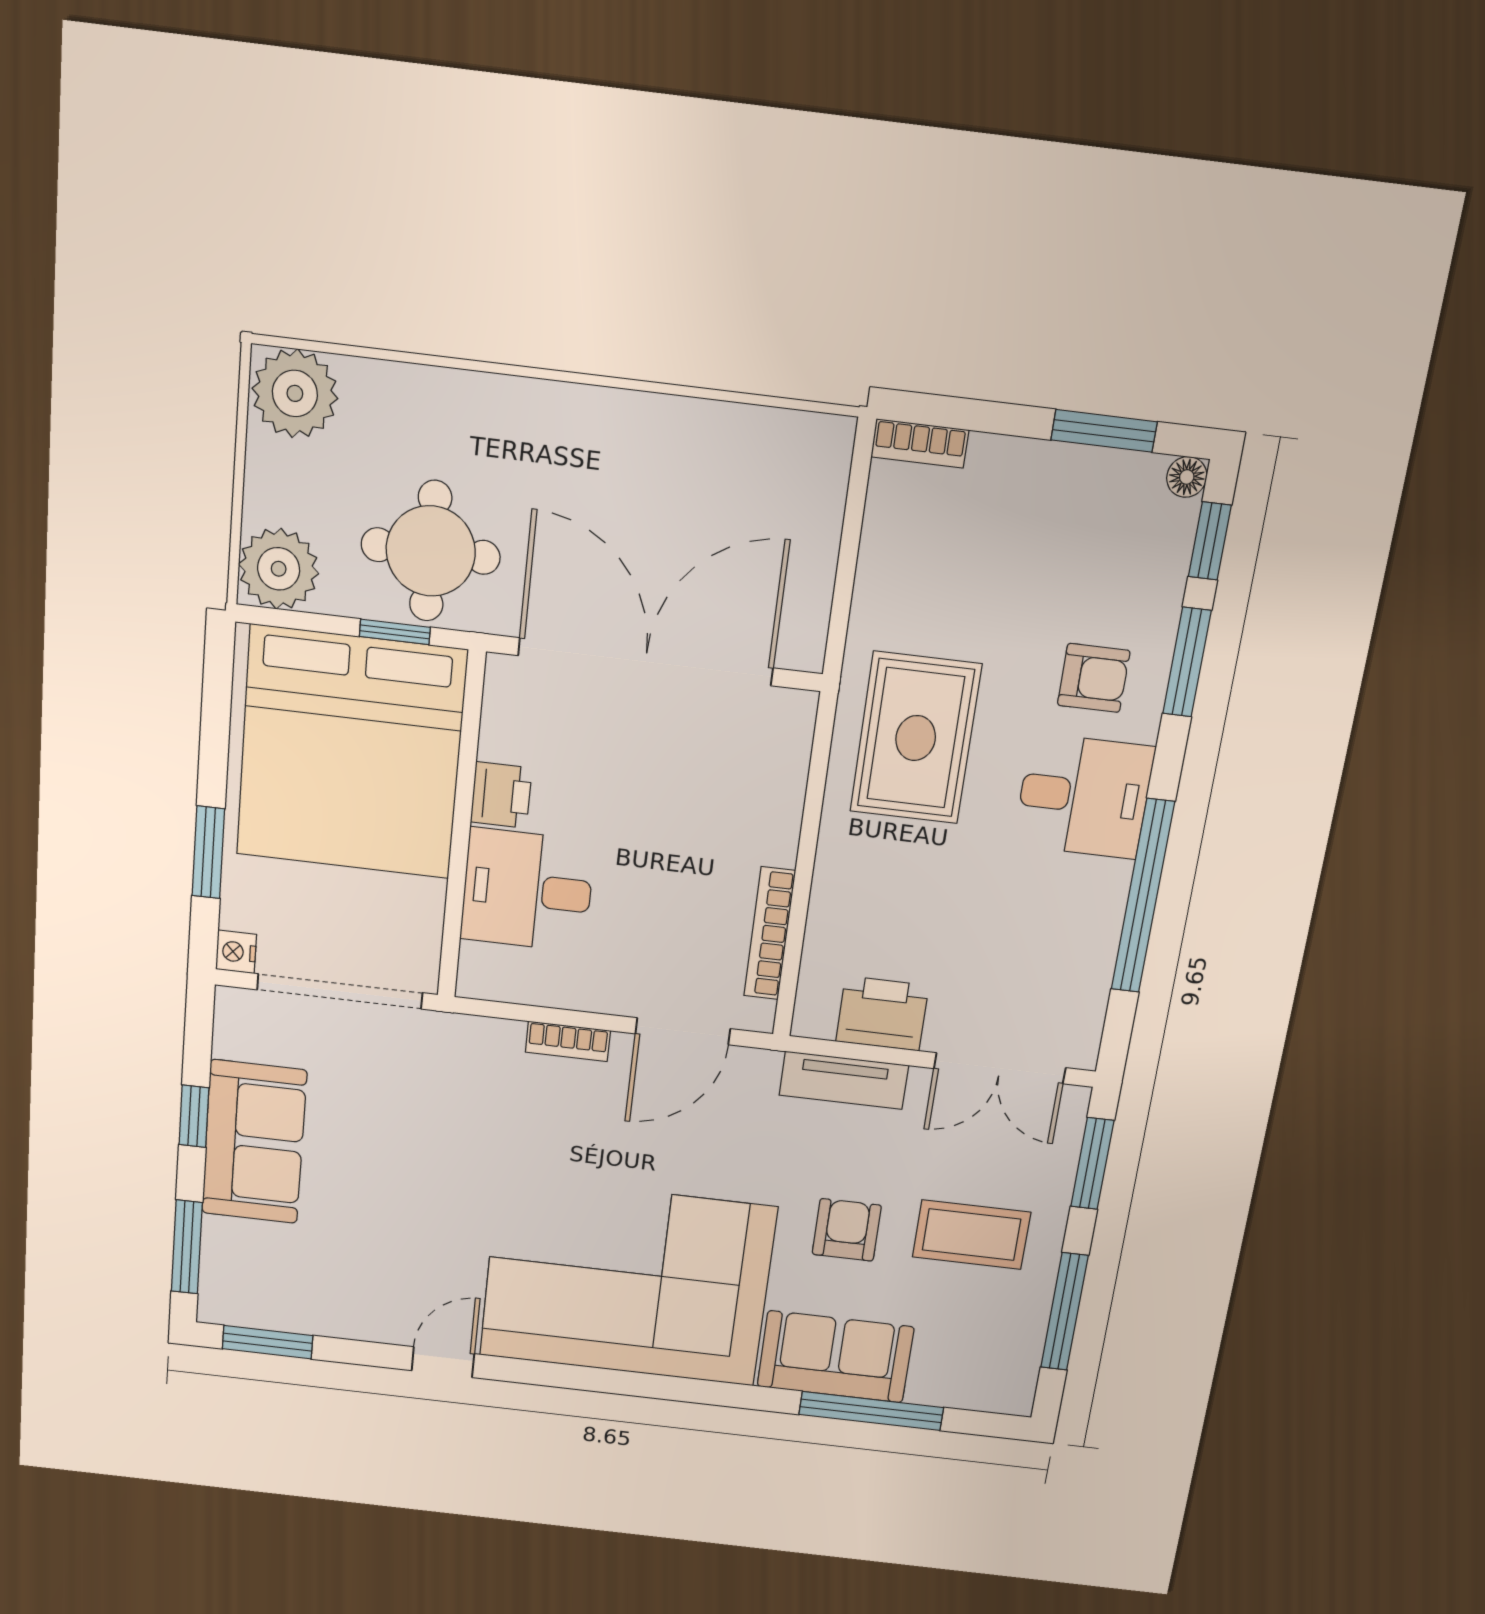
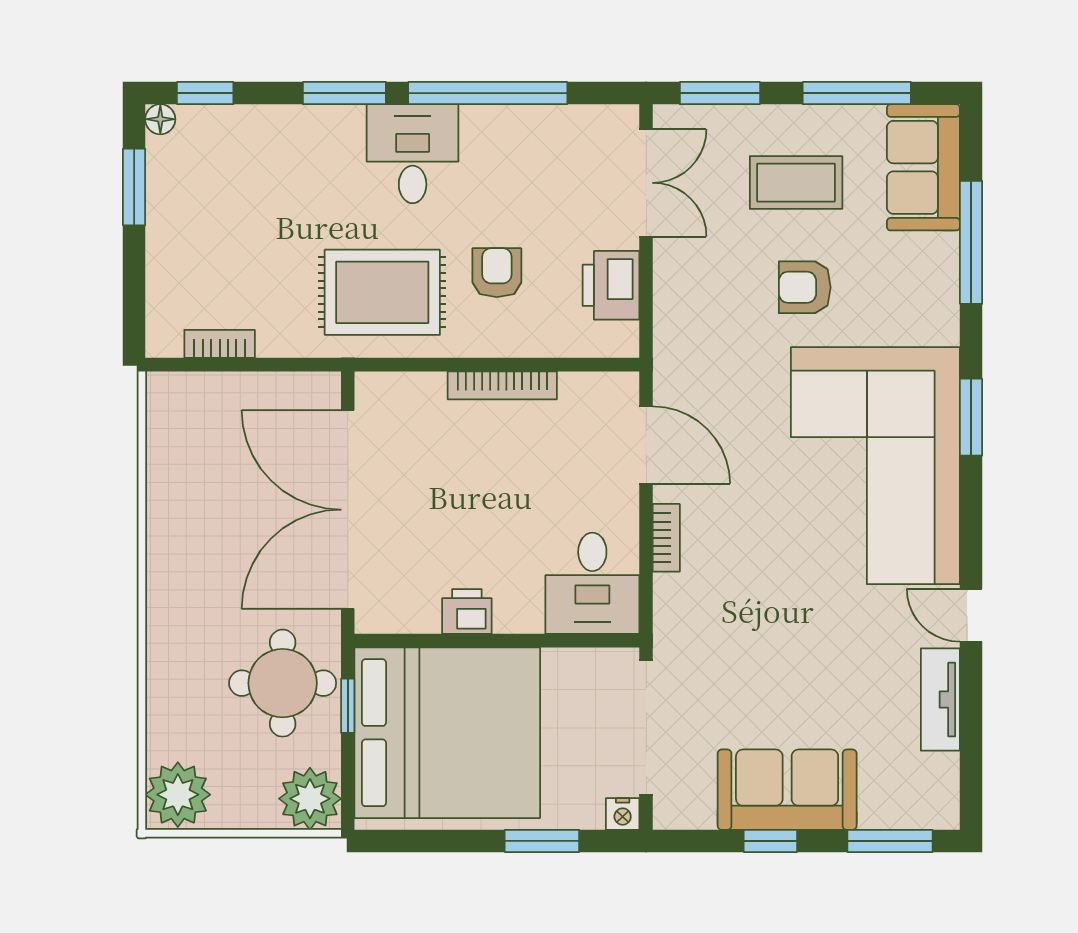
bookcase: (920, 443) -> (220, 344), moved, turned -90
window: (1187, 662) -> (344, 93), moved
armchair: (1094, 678) -> (497, 273), moved
desk: (527, 890) -> (592, 583), moved
bookcase: (770, 933) -> (502, 385), moved
tv unit: (844, 1080) -> (940, 700), moved, turned 180
coffee table: (972, 1235) -> (796, 183), turned 90
window: (268, 1342) -> (971, 417), moved
sofa: (835, 1357) -> (923, 167), moved

